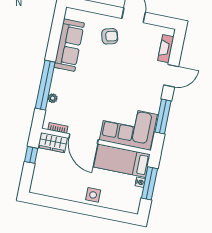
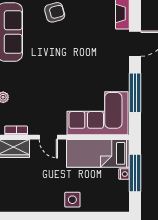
door: (84, 139) -> (48, 137), width x0.53

